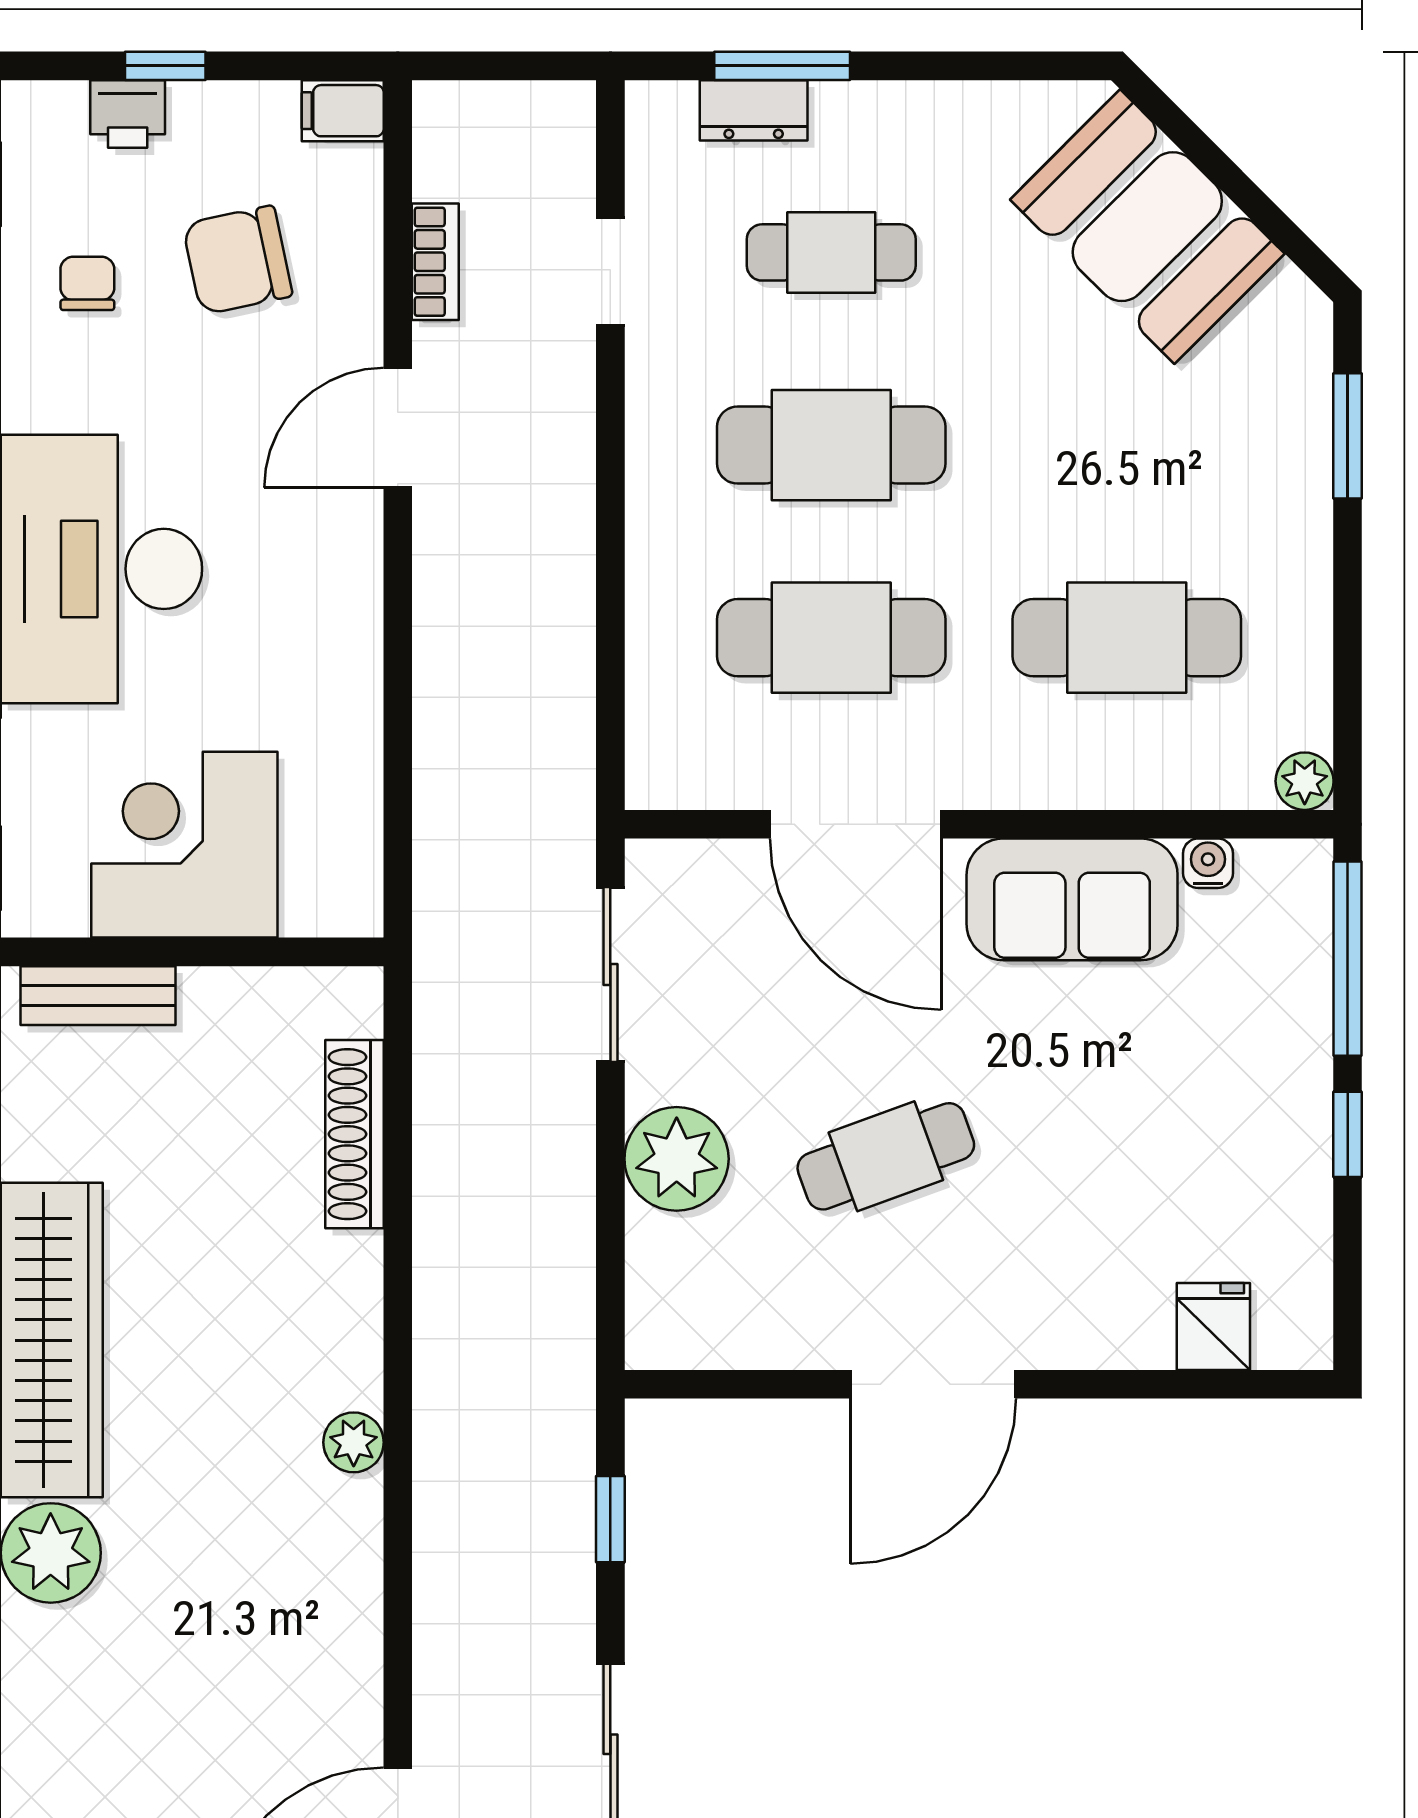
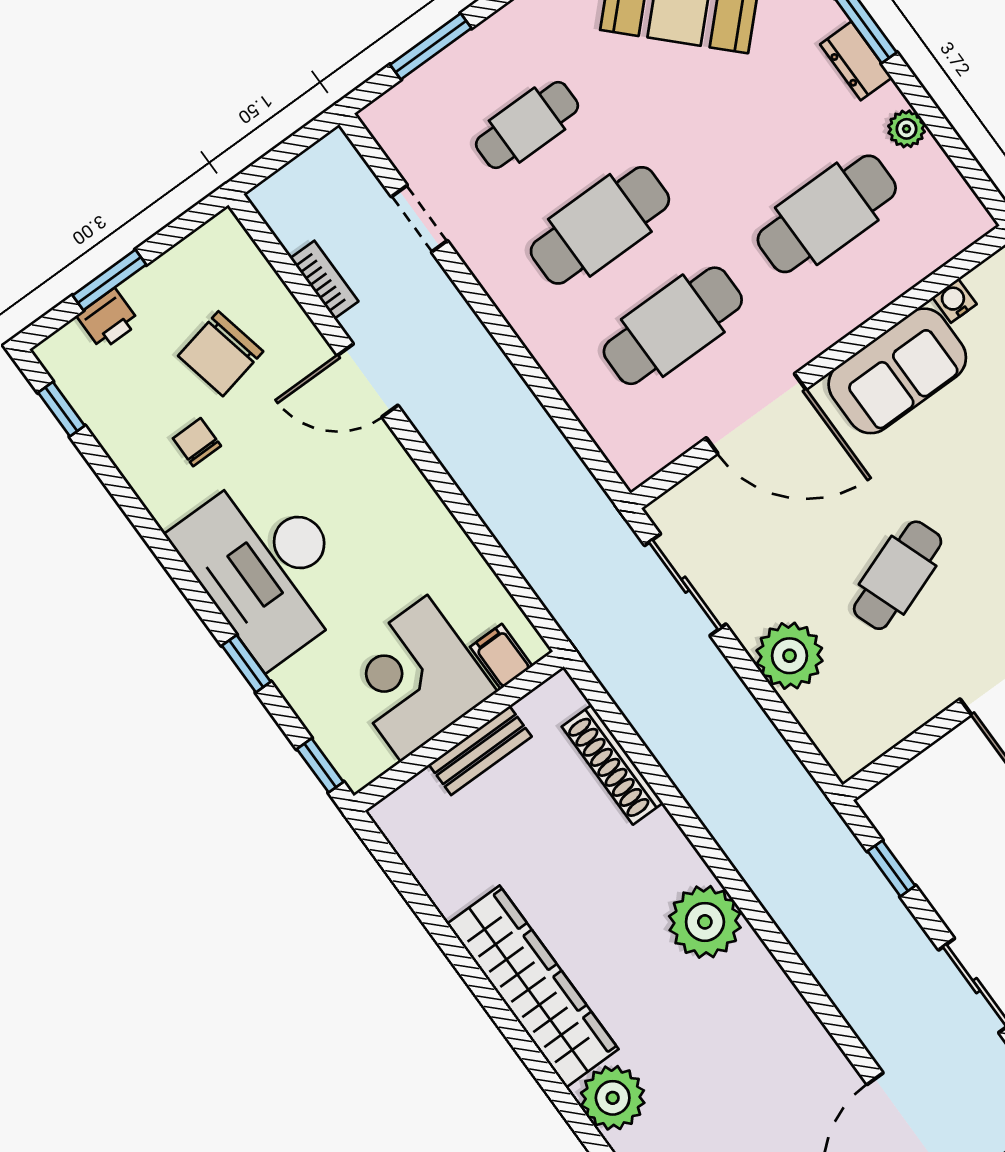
window: (165, 66) -> (109, 280), width x1.50
dresser: (754, 110) -> (856, 61), moved, turned 90
filing cabinet: (343, 111) -> (501, 657), moved, turned 90
chair: (87, 283) -> (197, 442), moved
door: (398, 428) -> (368, 380), hinge flipped
plant: (1305, 781) -> (907, 129), moved
bench: (98, 996) -> (480, 750), moved
plant: (354, 1442) -> (705, 922), width x1.88, depth x1.88

